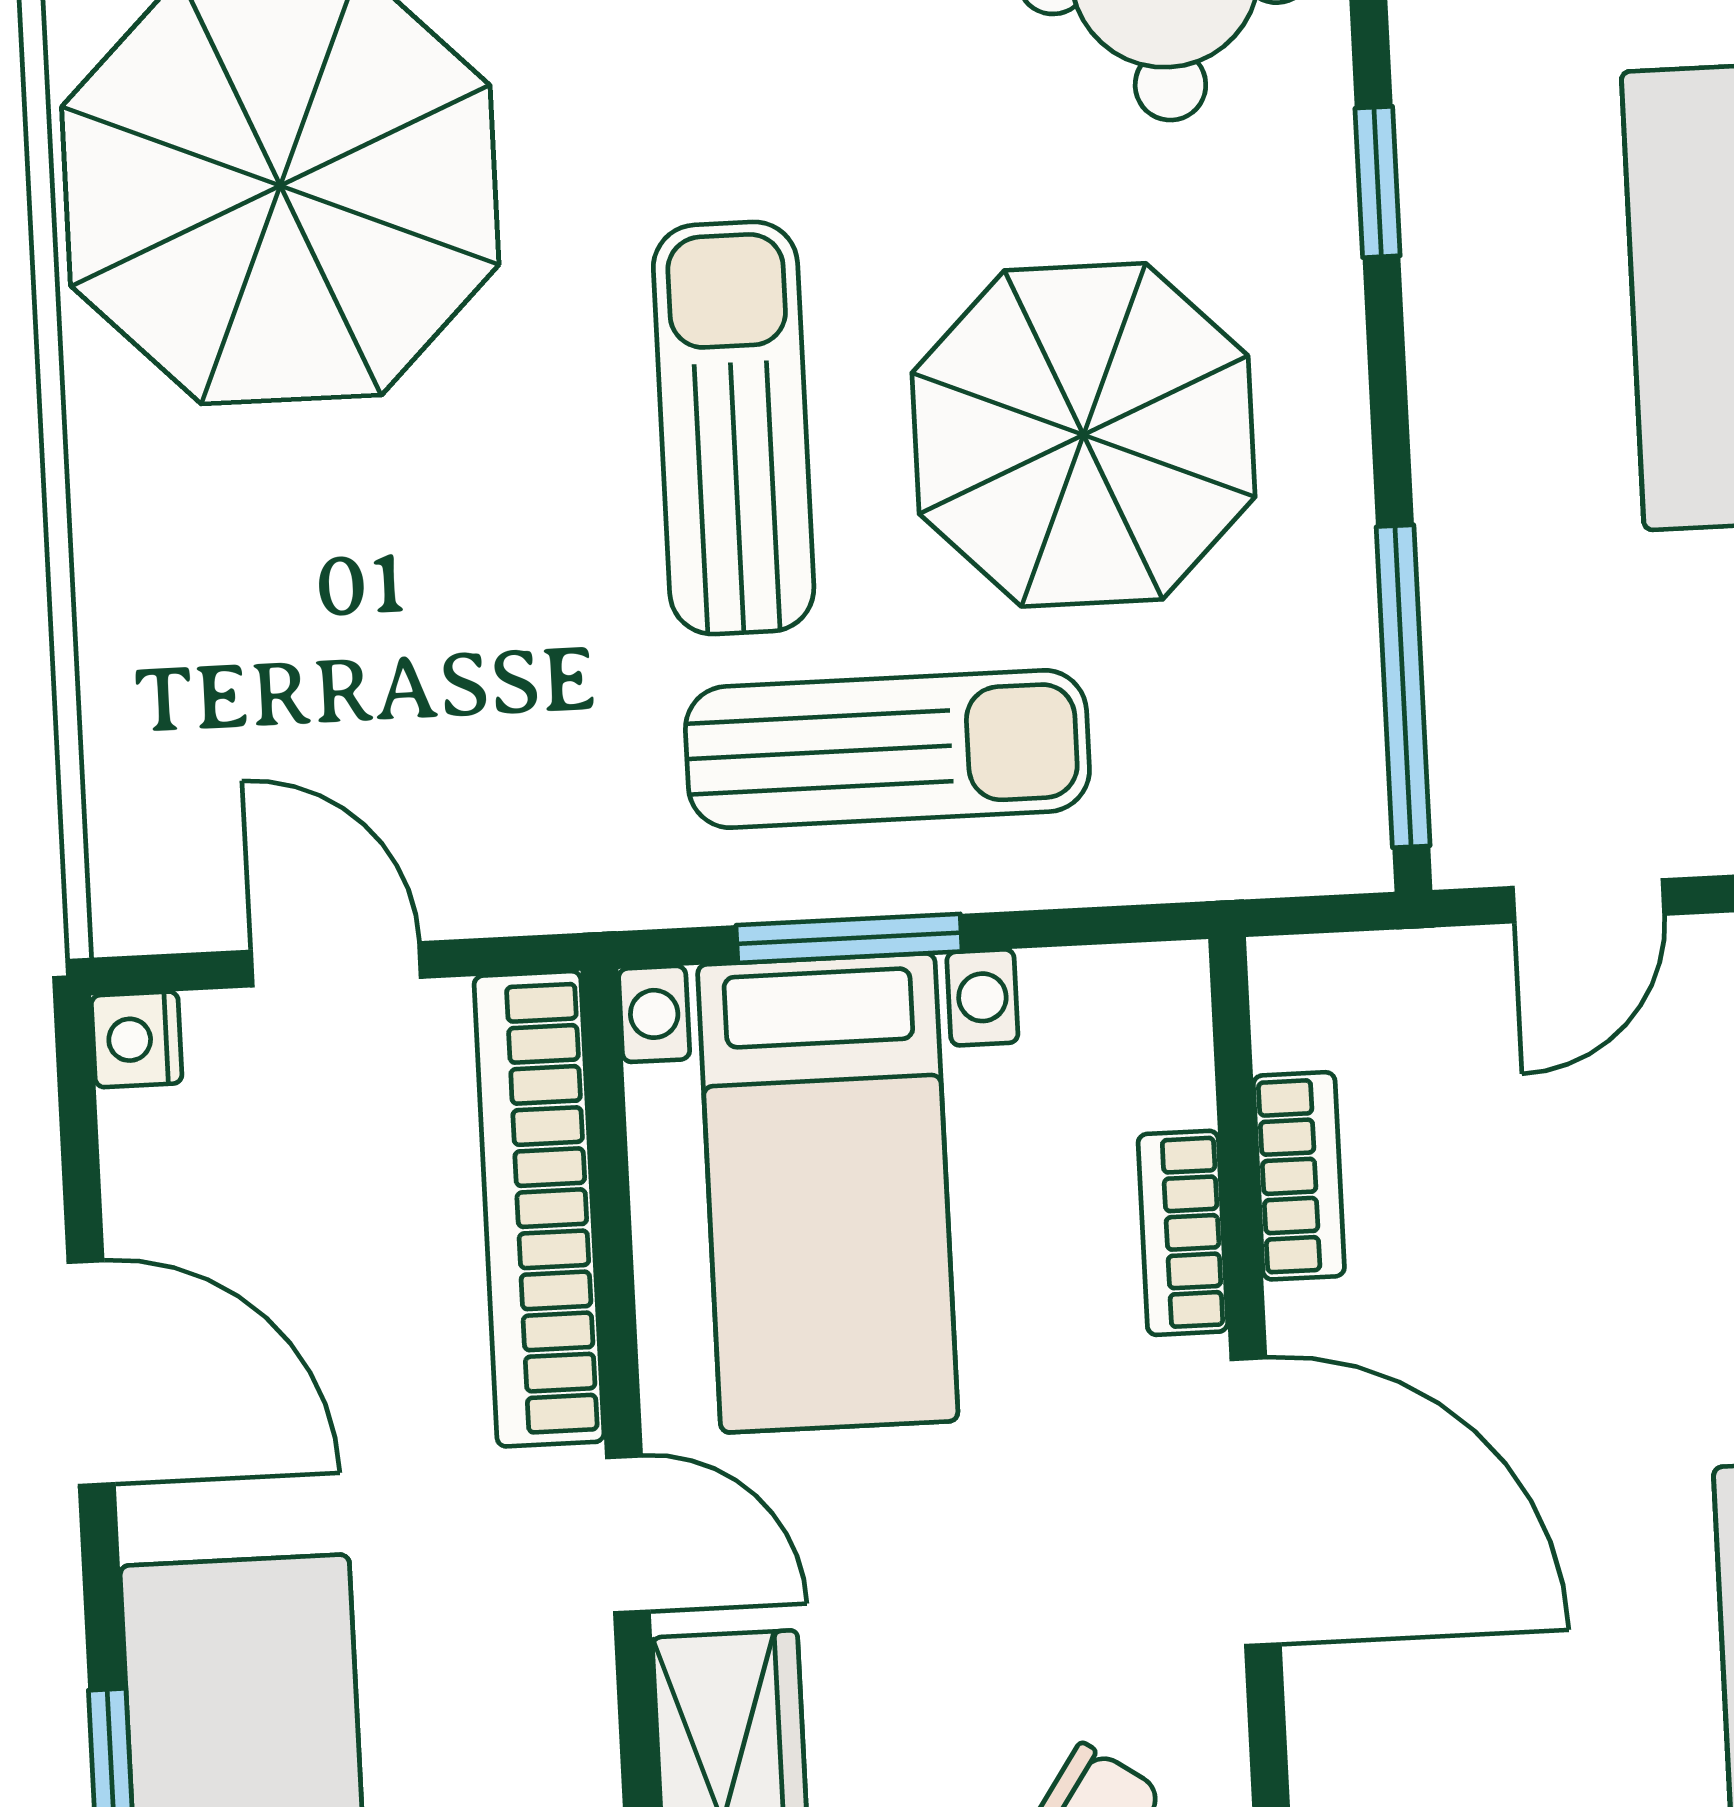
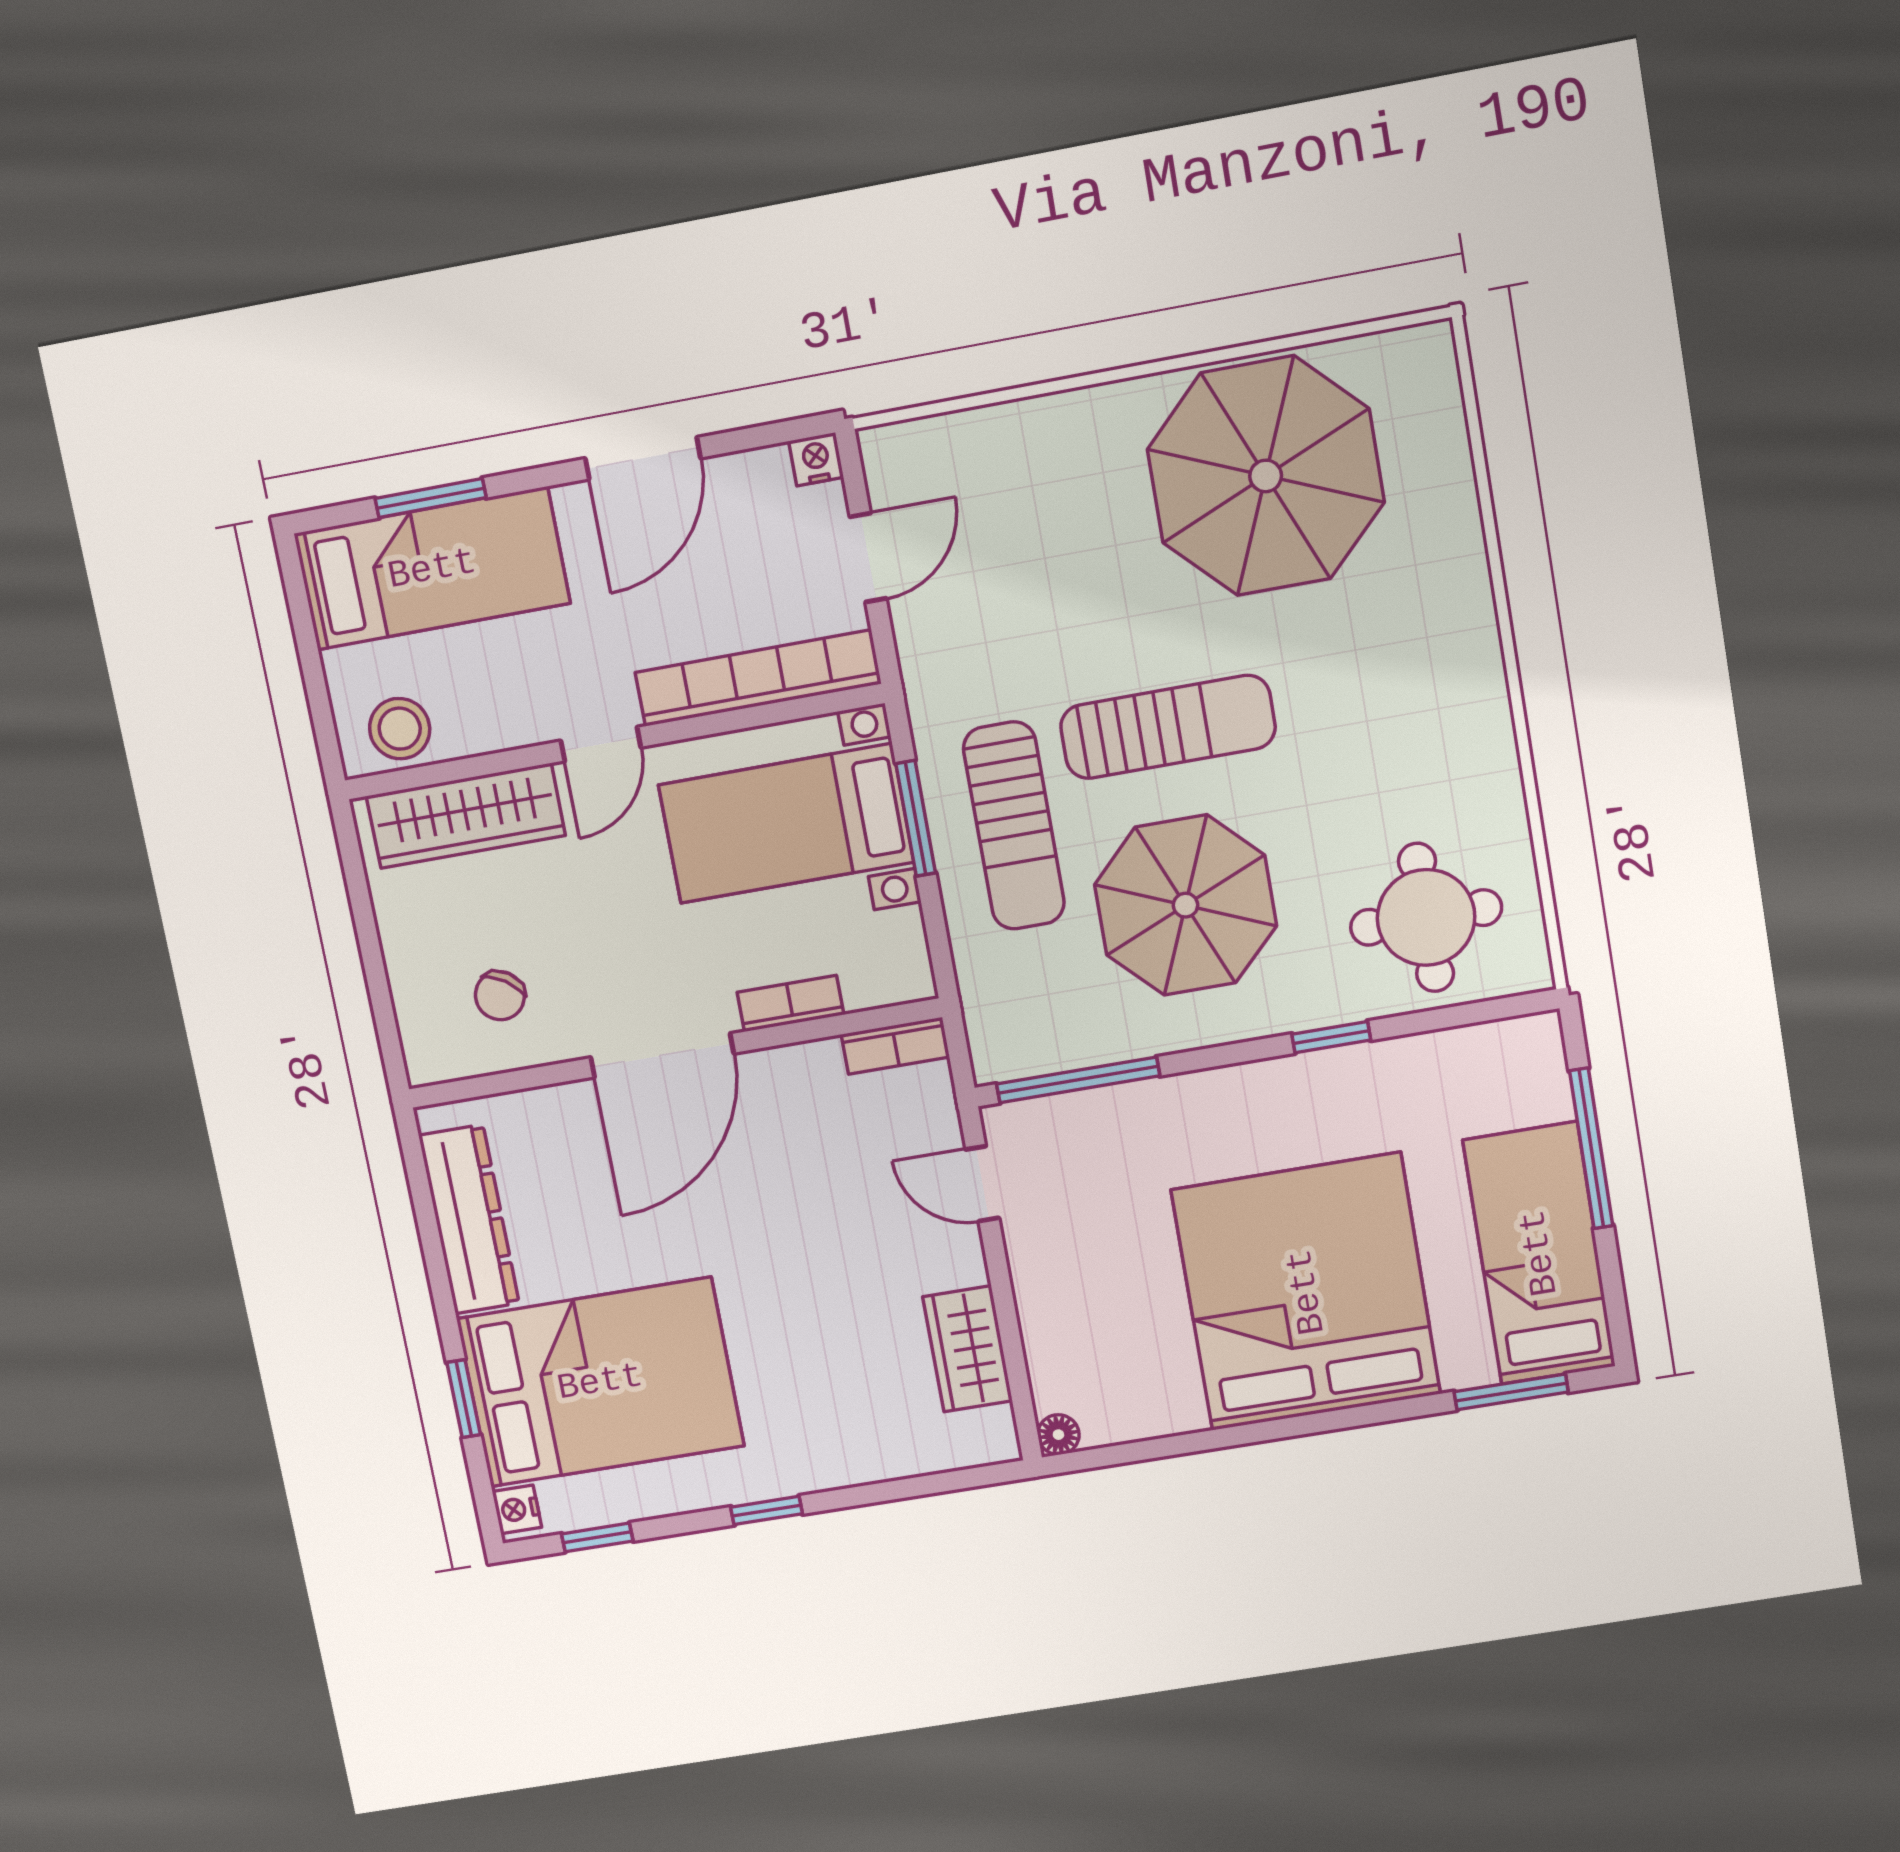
bookcase: (1299, 1176) -> (895, 1046), moved

